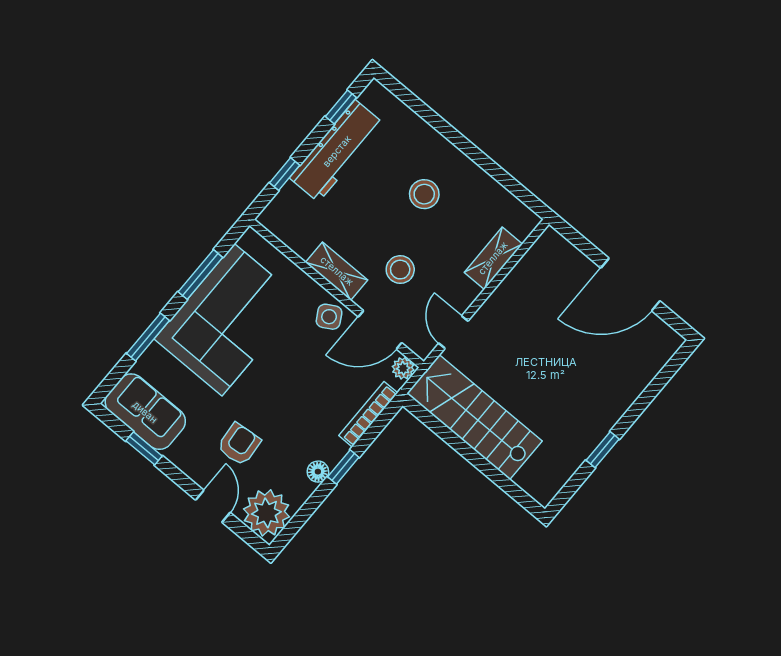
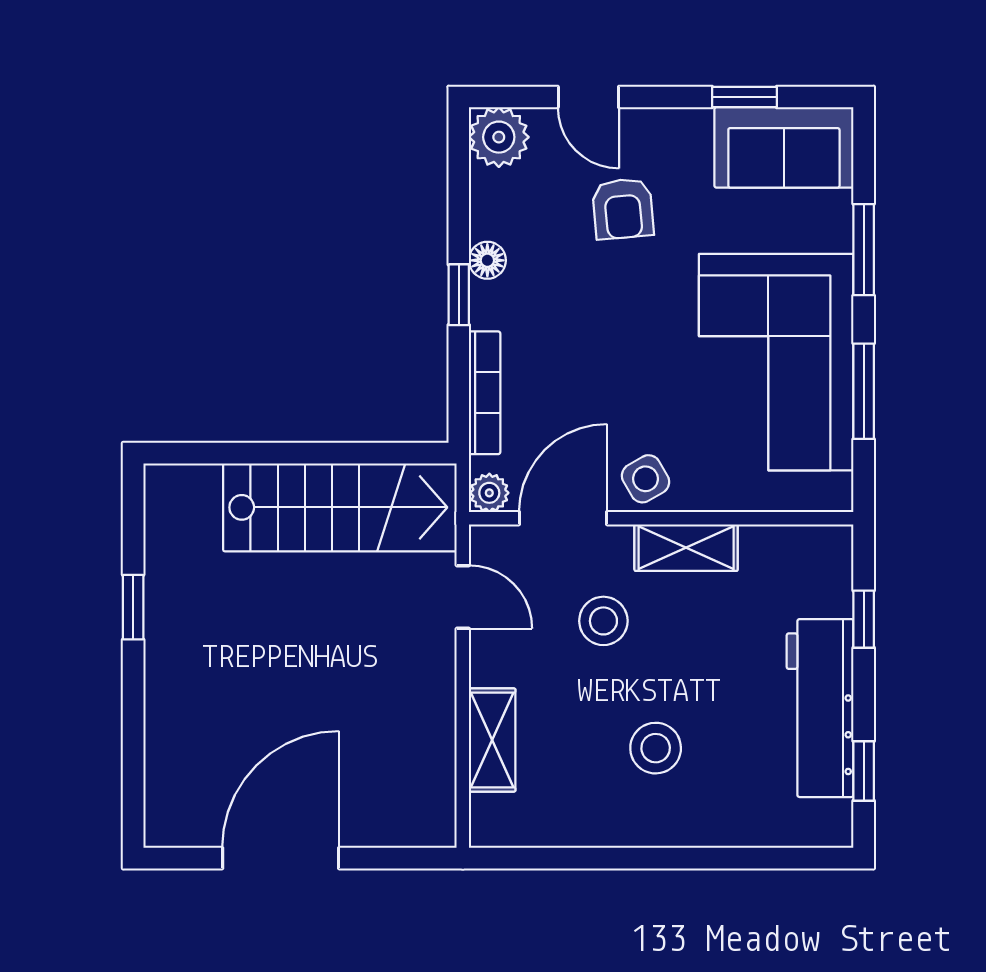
plant: (266, 513) -> (499, 137), width x0.73, depth x0.73

